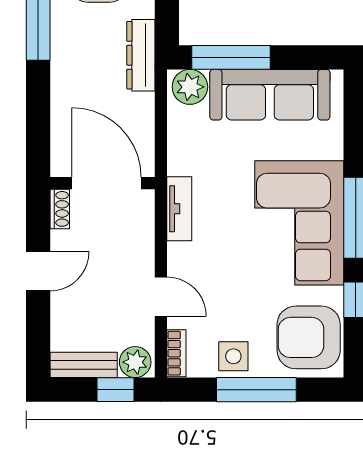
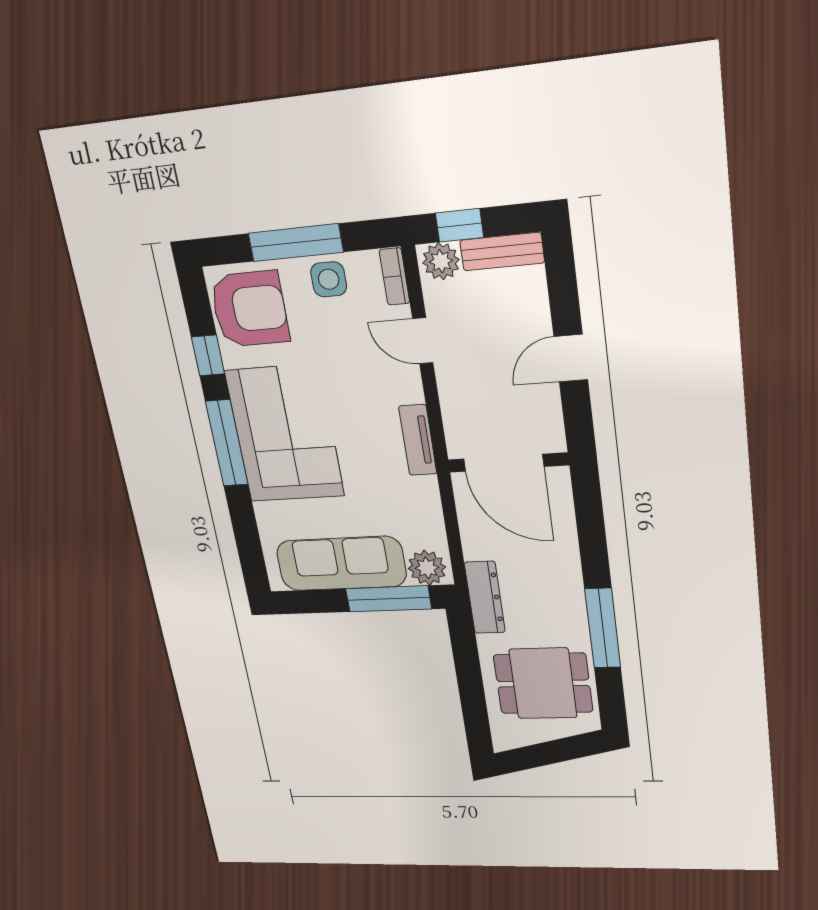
shoe rack: (60, 209) -> (554, 431), removed

